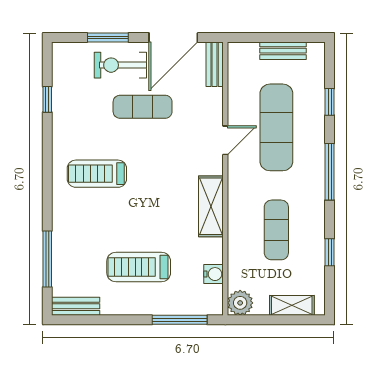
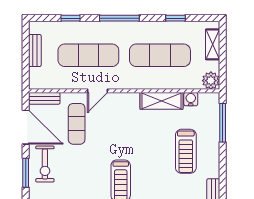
exercise mat: (143, 107) -> (77, 124), moved
door: (225, 140) -> (97, 91), swing flipped
shelving: (211, 206) -> (161, 101), moved
exercise mat: (276, 230) -> (160, 55), width x1.36, depth x1.45

